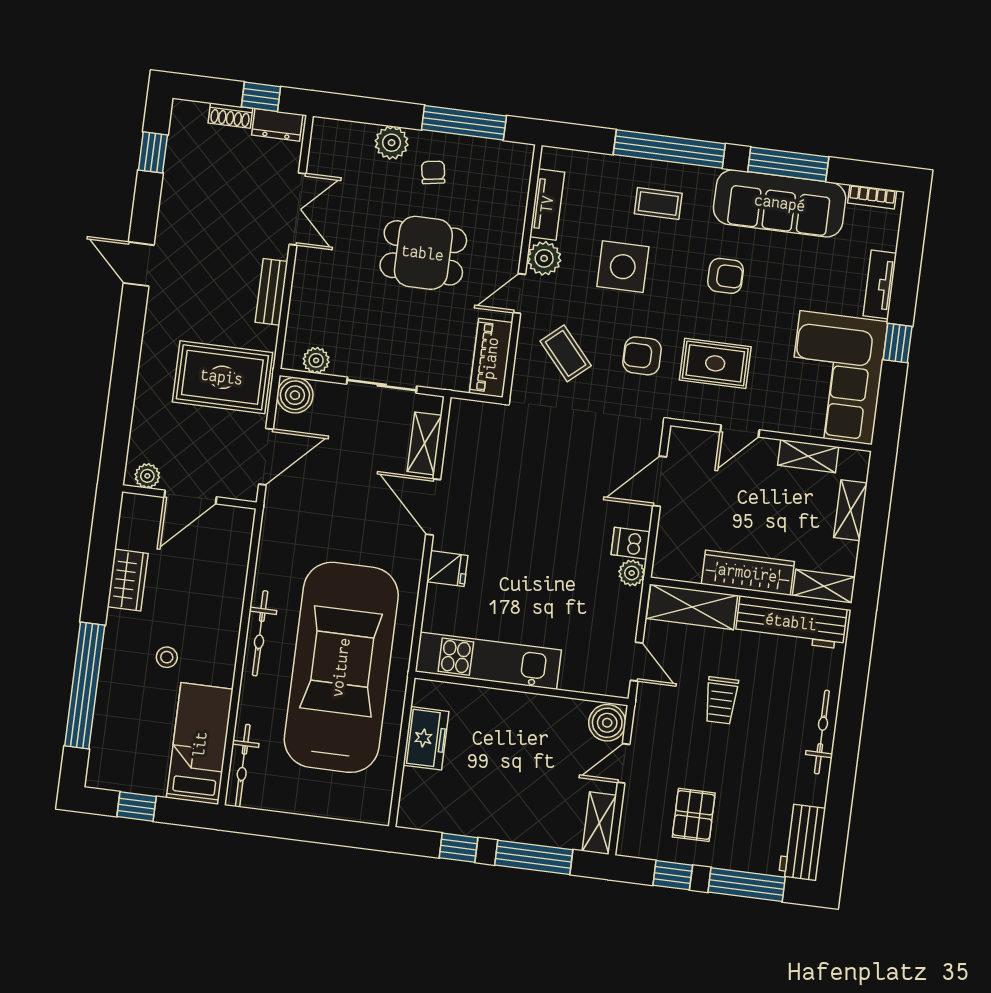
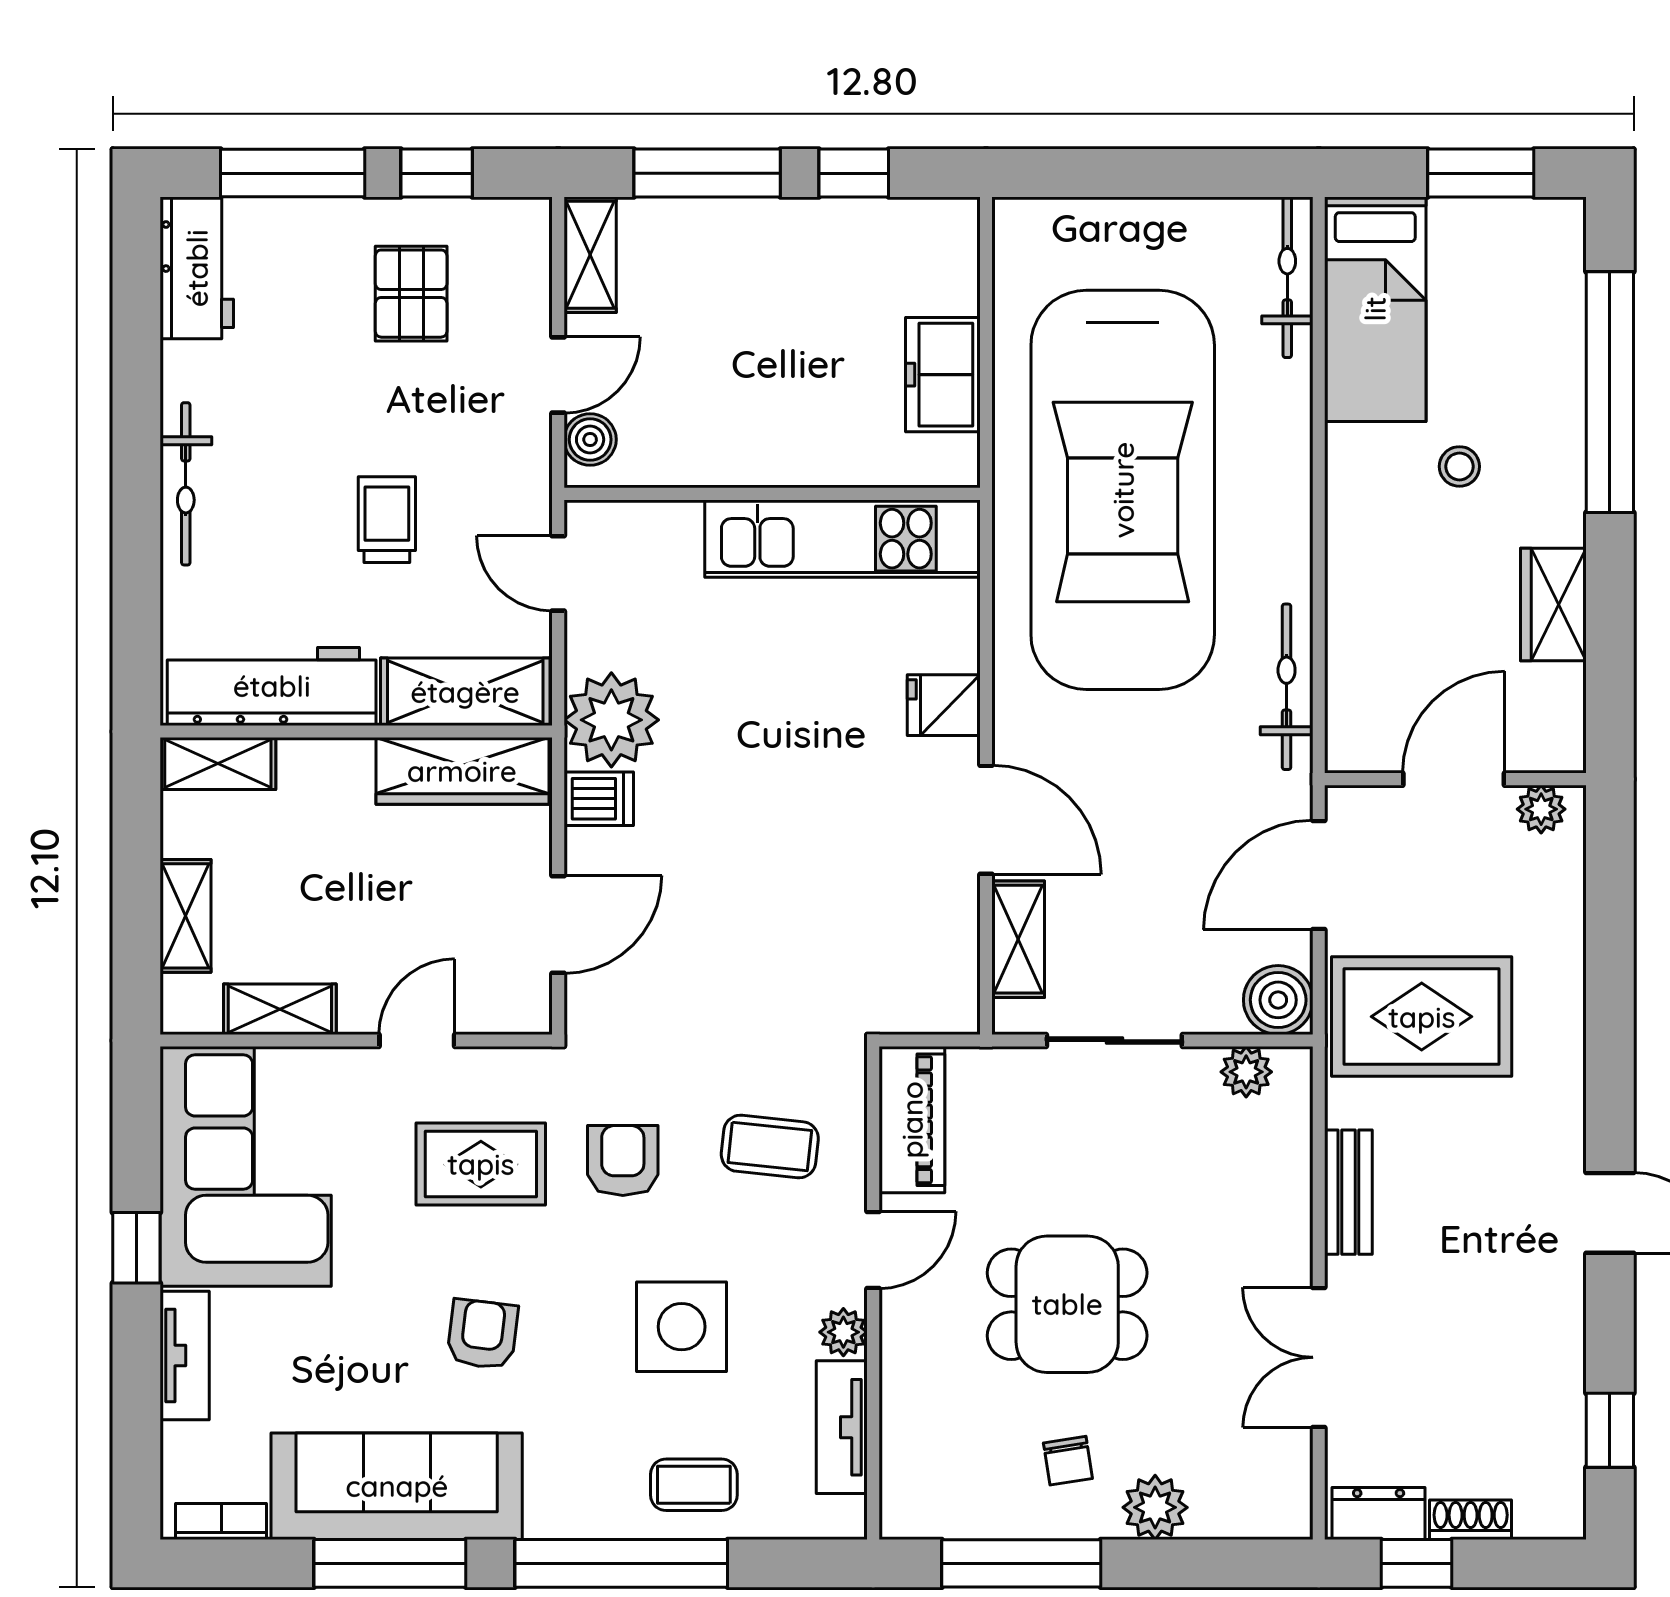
coffee table: (658, 204) -> (694, 1485), moved
plant: (544, 258) -> (843, 1332), width x0.73, depth x0.73
armchair: (726, 276) -> (483, 1334), turned 97
coffee table: (566, 353) -> (770, 1147), turned -43
armchair: (642, 356) -> (623, 1161), turned -90
plant: (632, 573) -> (611, 720), width x1.88, depth x1.88
wardrobe: (748, 573) -> (462, 771), moved
bicycle: (260, 633) -> (1287, 687), moved
boiler: (607, 723) -> (590, 440), width x0.73, depth x0.73
window: (137, 806) -> (1481, 173), width x1.50

